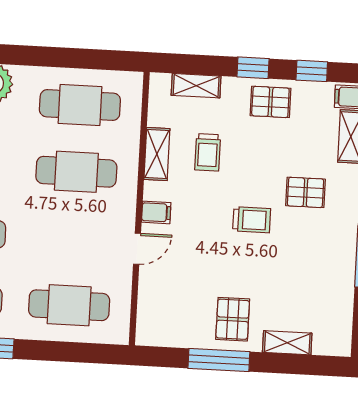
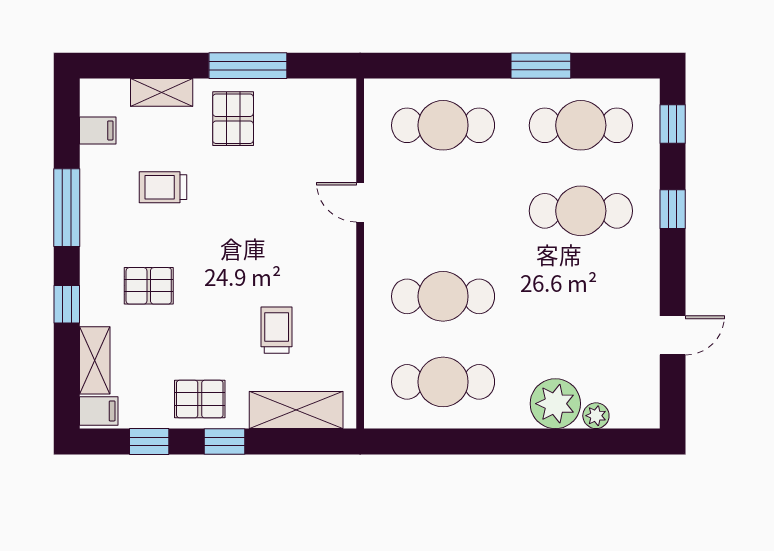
shelving: (196, 86) -> (296, 410), width x1.50, depth x1.33
shelving: (157, 154) -> (341, 325), removed
filing cabinet: (156, 212) -> (98, 130), moved, turned 180
trolley: (252, 220) -> (163, 187), moved
door: (137, 249) -> (360, 202), hinge flipped

